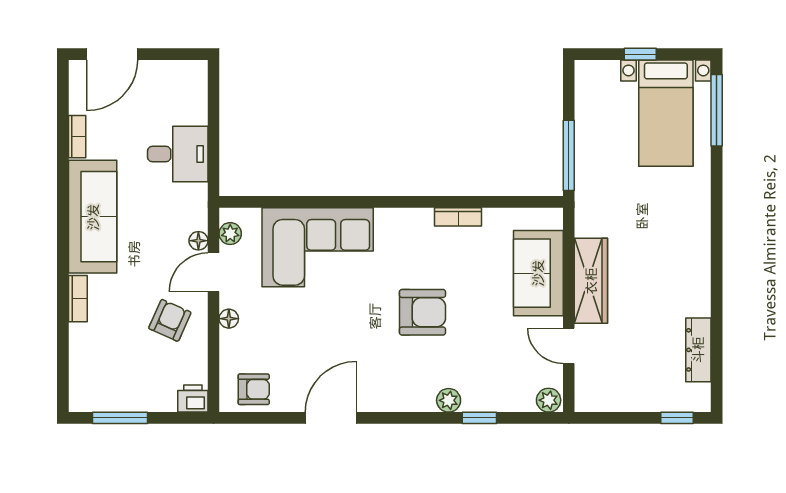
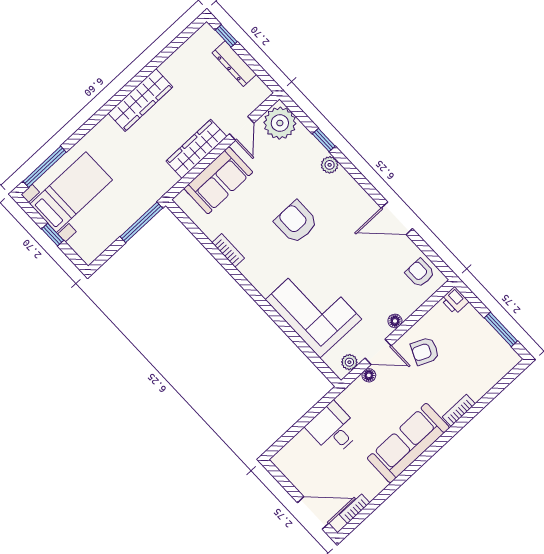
bookcase: (77, 137) -> (355, 509), moved
wardrobe: (693, 270) -> (140, 100), added
dresser: (698, 350) -> (234, 64), moved, turned 90
plant: (549, 400) -> (280, 123), width x1.88, depth x1.88

